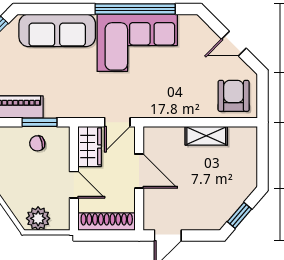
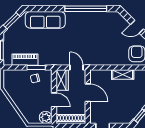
corner sofa: (137, 43) -> (87, 26), removed
door: (117, 122) -> (76, 67), swing flipped
plant: (38, 218) -> (46, 117), moved

